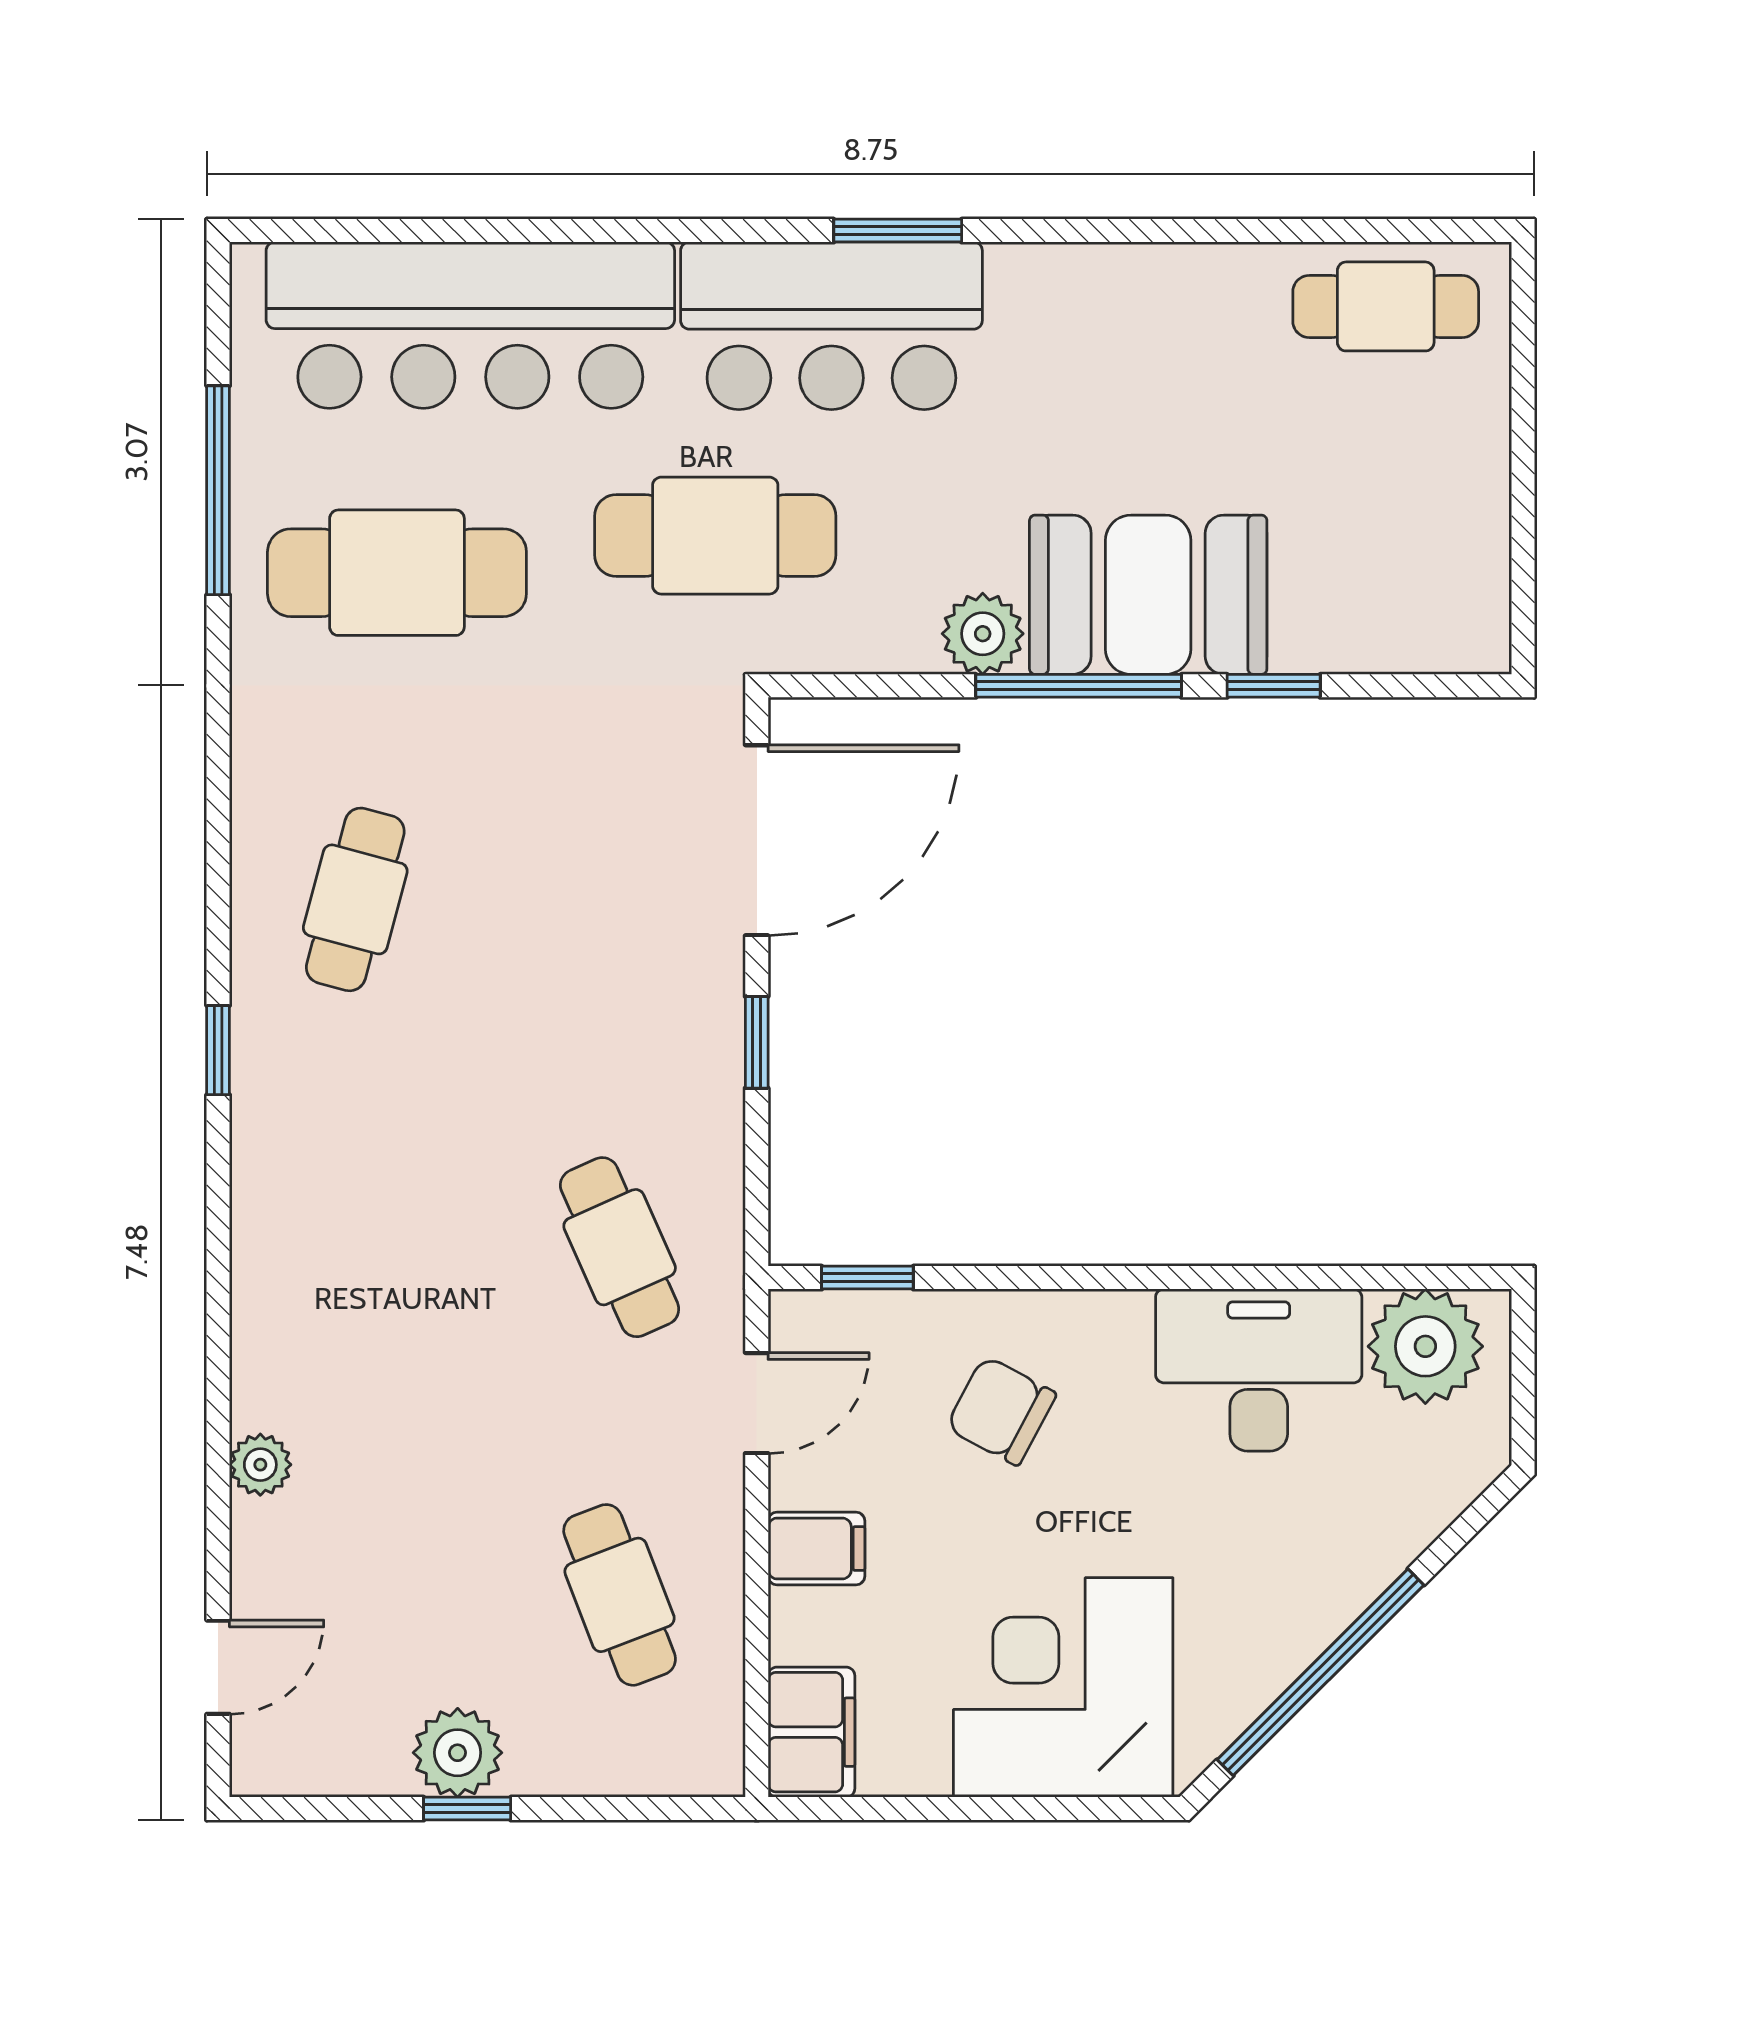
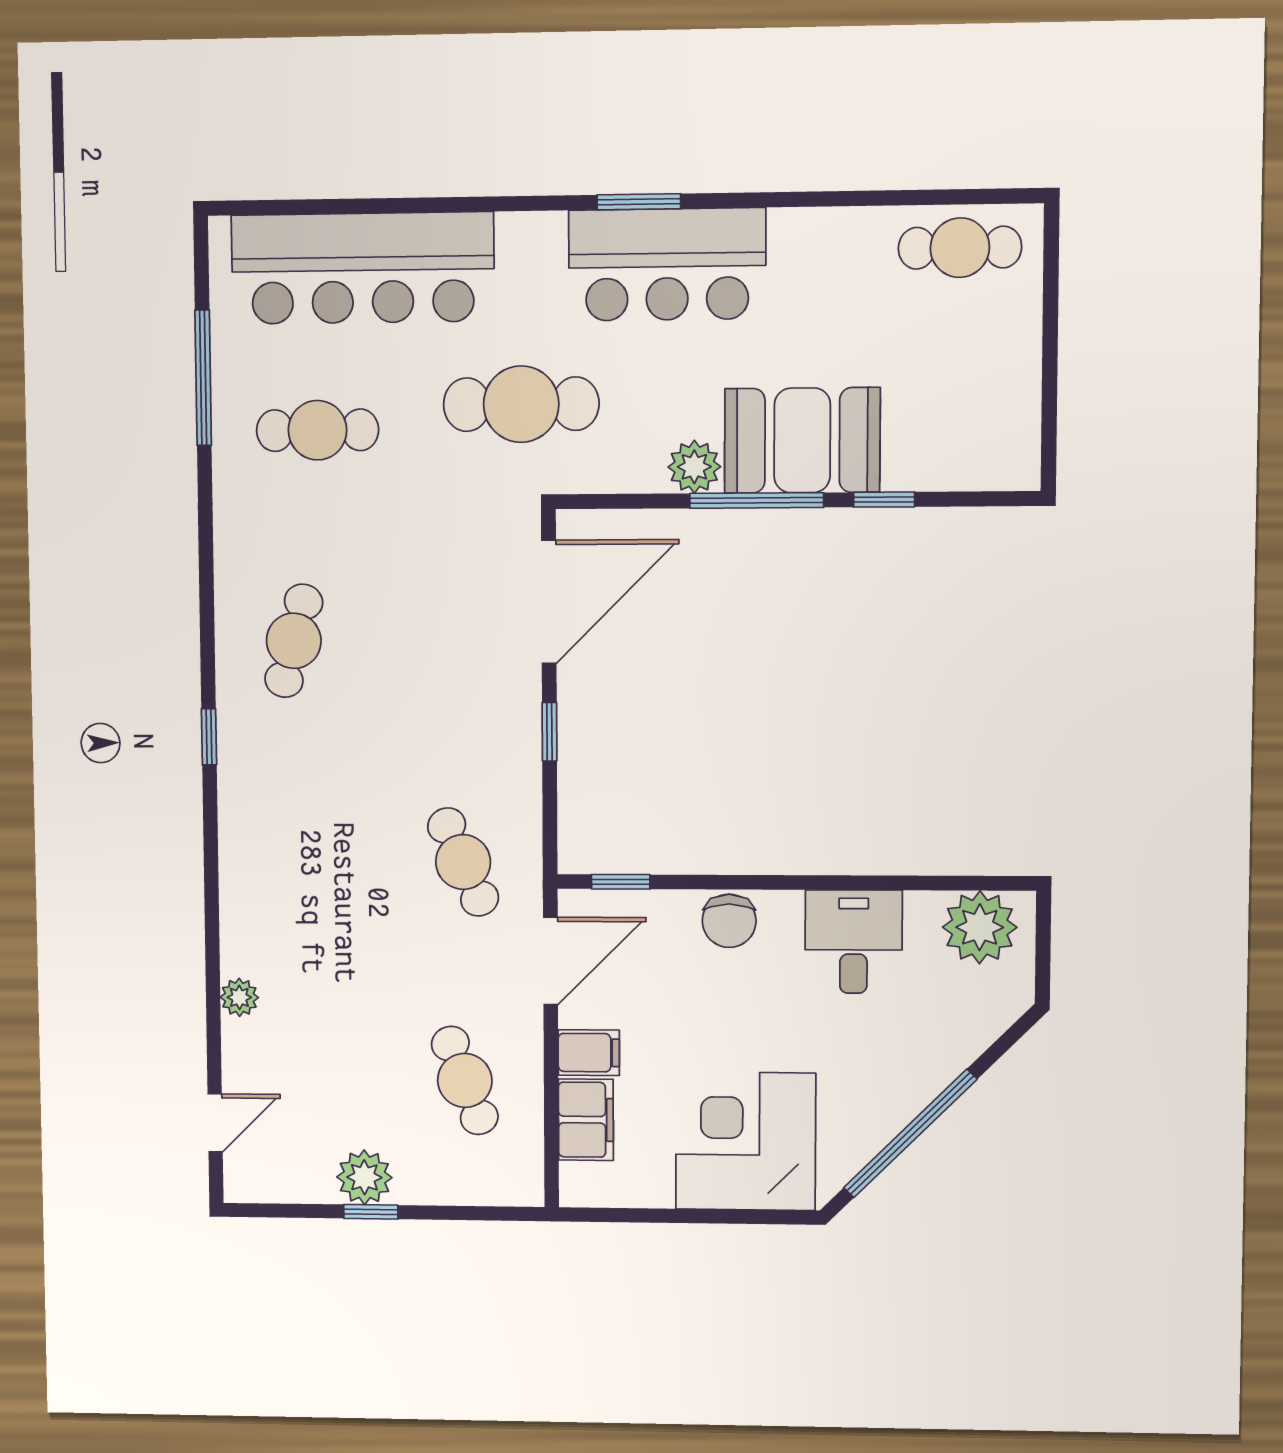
bar counter: (831, 326) -> (667, 264), moved
cafe table: (397, 573) -> (318, 430), width x0.73, depth x0.74
desk: (1259, 1370) -> (854, 942), width x0.73
door: (757, 1403) -> (551, 961), width x1.38
chair: (1001, 1411) -> (729, 921), moved, turned -118
filing cabinet: (811, 1732) -> (586, 1120), moved

